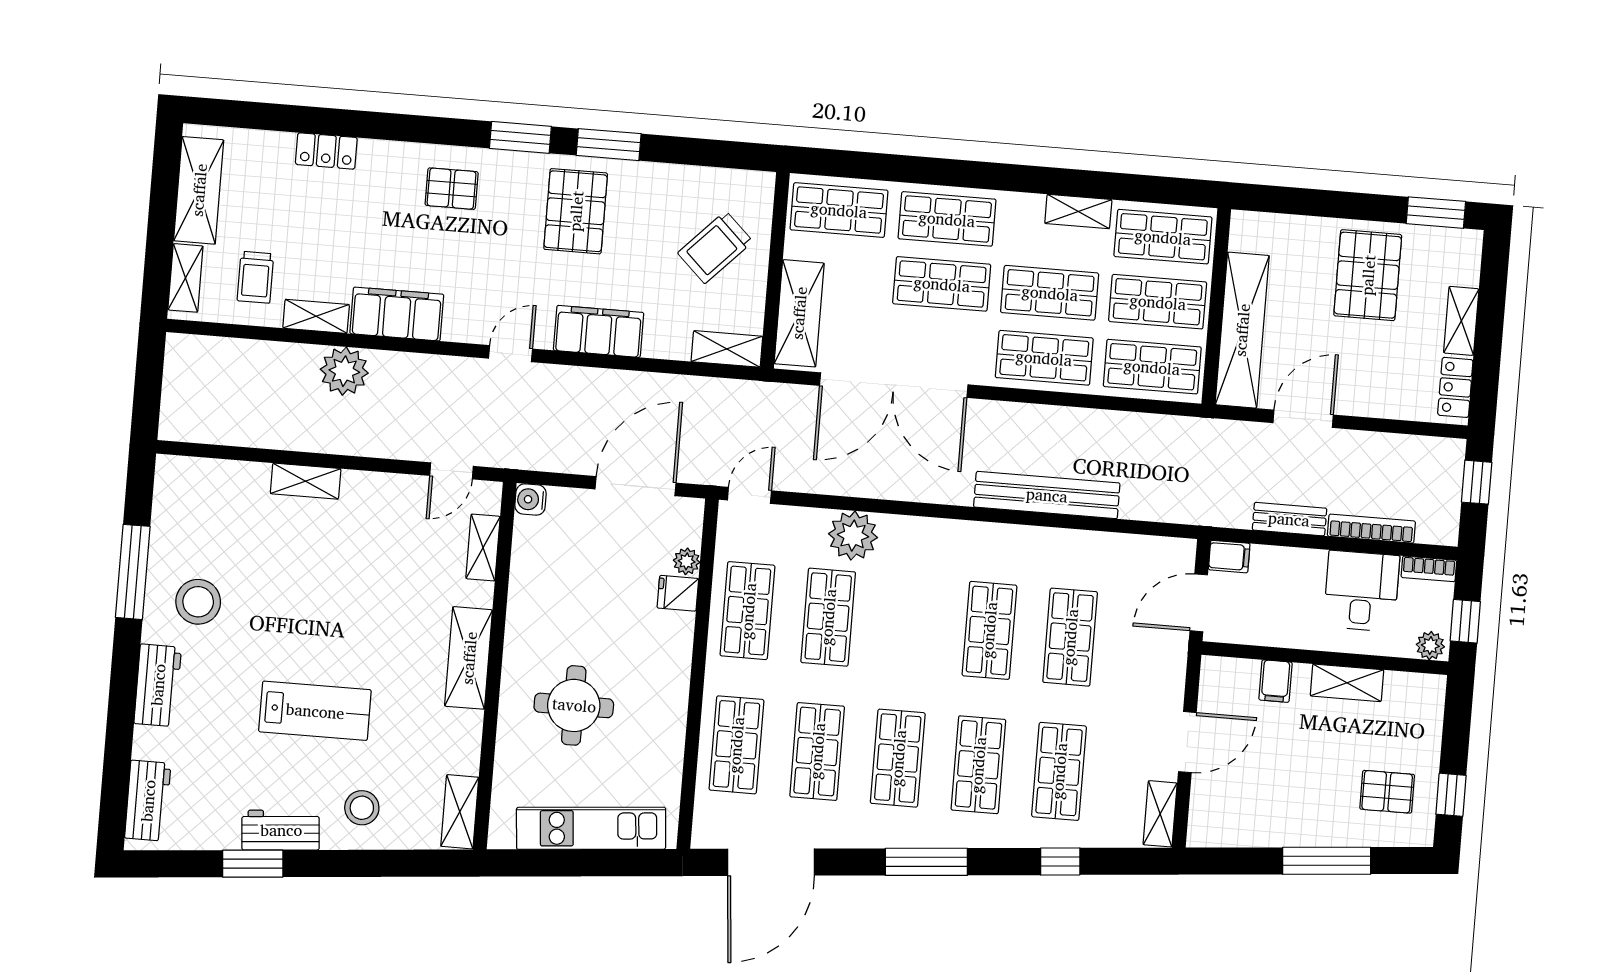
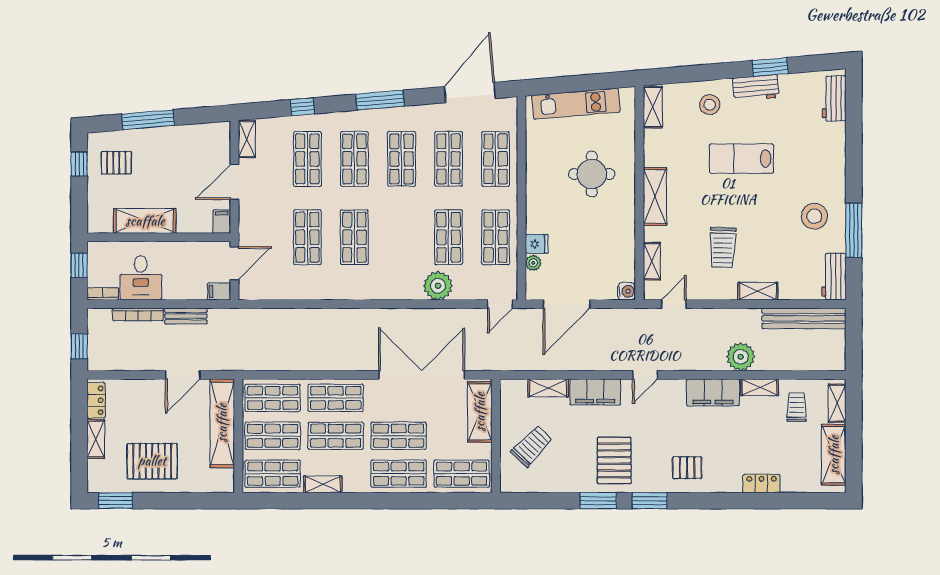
pallet: (1368, 275) -> (152, 461), turned 90
shelving: (727, 349) -> (548, 388), moved
bench: (1047, 495) -> (804, 318), moved
trolley: (360, 561) -> (723, 248), added
plant: (1430, 646) -> (98, 249), removed
filing cabinet: (1276, 681) -> (222, 222), moved
shelving: (1347, 683) -> (145, 221), width x1.50, depth x1.33
workbench: (158, 685) -> (834, 277), moved

